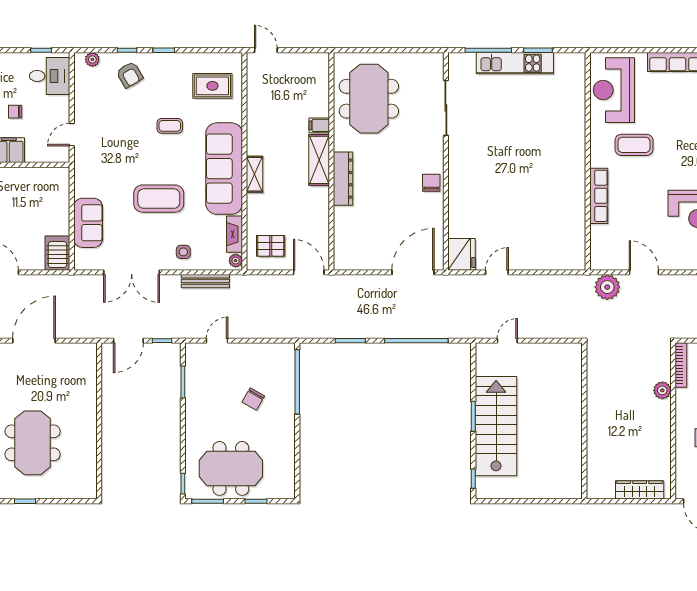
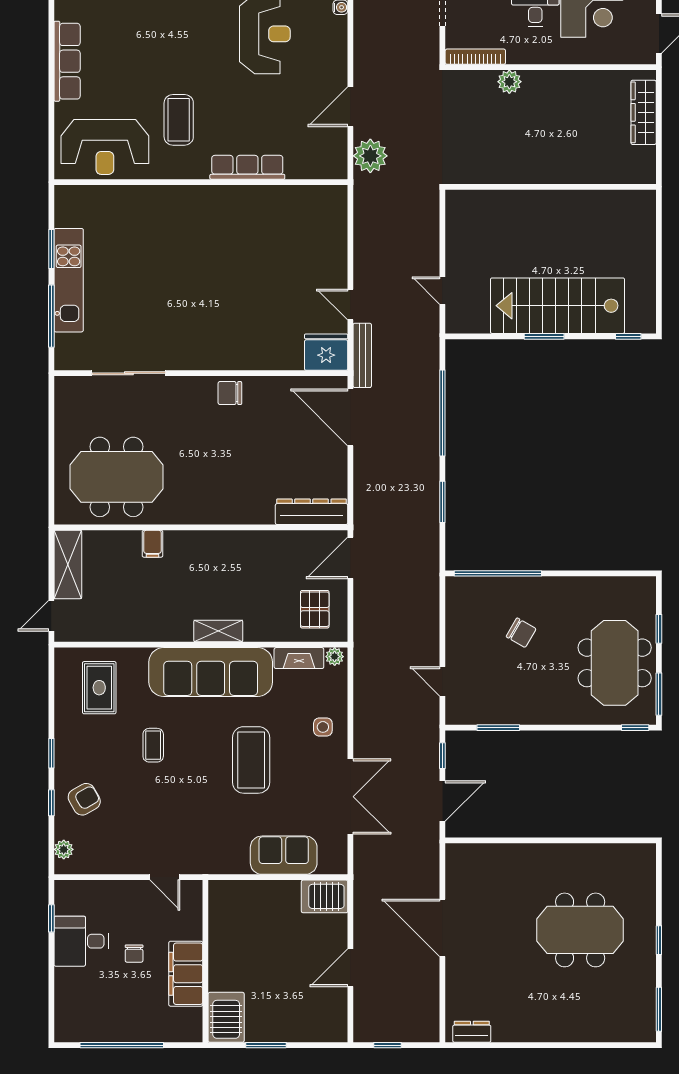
desk: (50, 76) -> (81, 941), moved, turned -90
shelving: (319, 160) -> (68, 565), moved, turned 90
dresser: (343, 179) -> (312, 512), moved
bench: (205, 281) -> (362, 355), moved
door: (128, 341) -> (442, 801), hinge flipped

